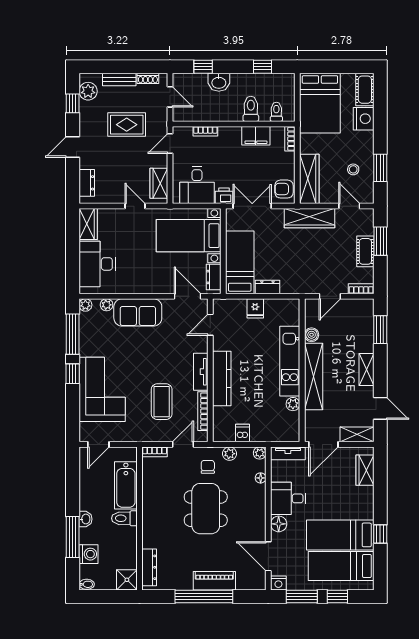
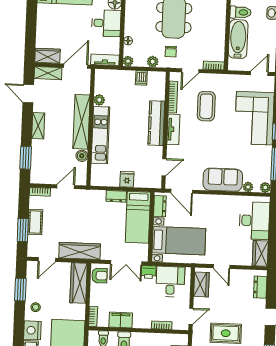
stool: (353, 169) -> (36, 307), moved
door: (349, 206) -> (47, 260), hinge flipped
wardrobe: (365, 470) -> (48, 56), moved, turned -90

